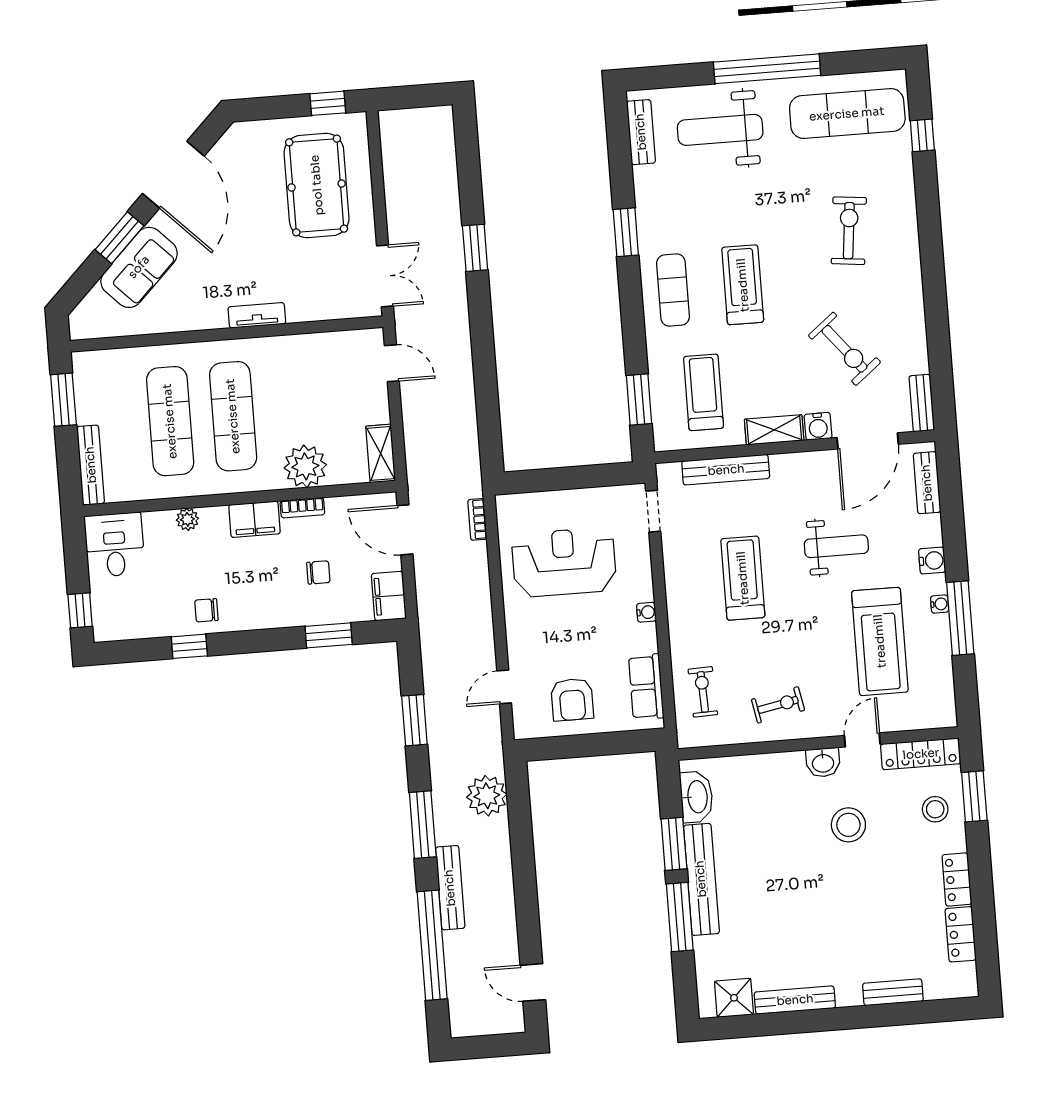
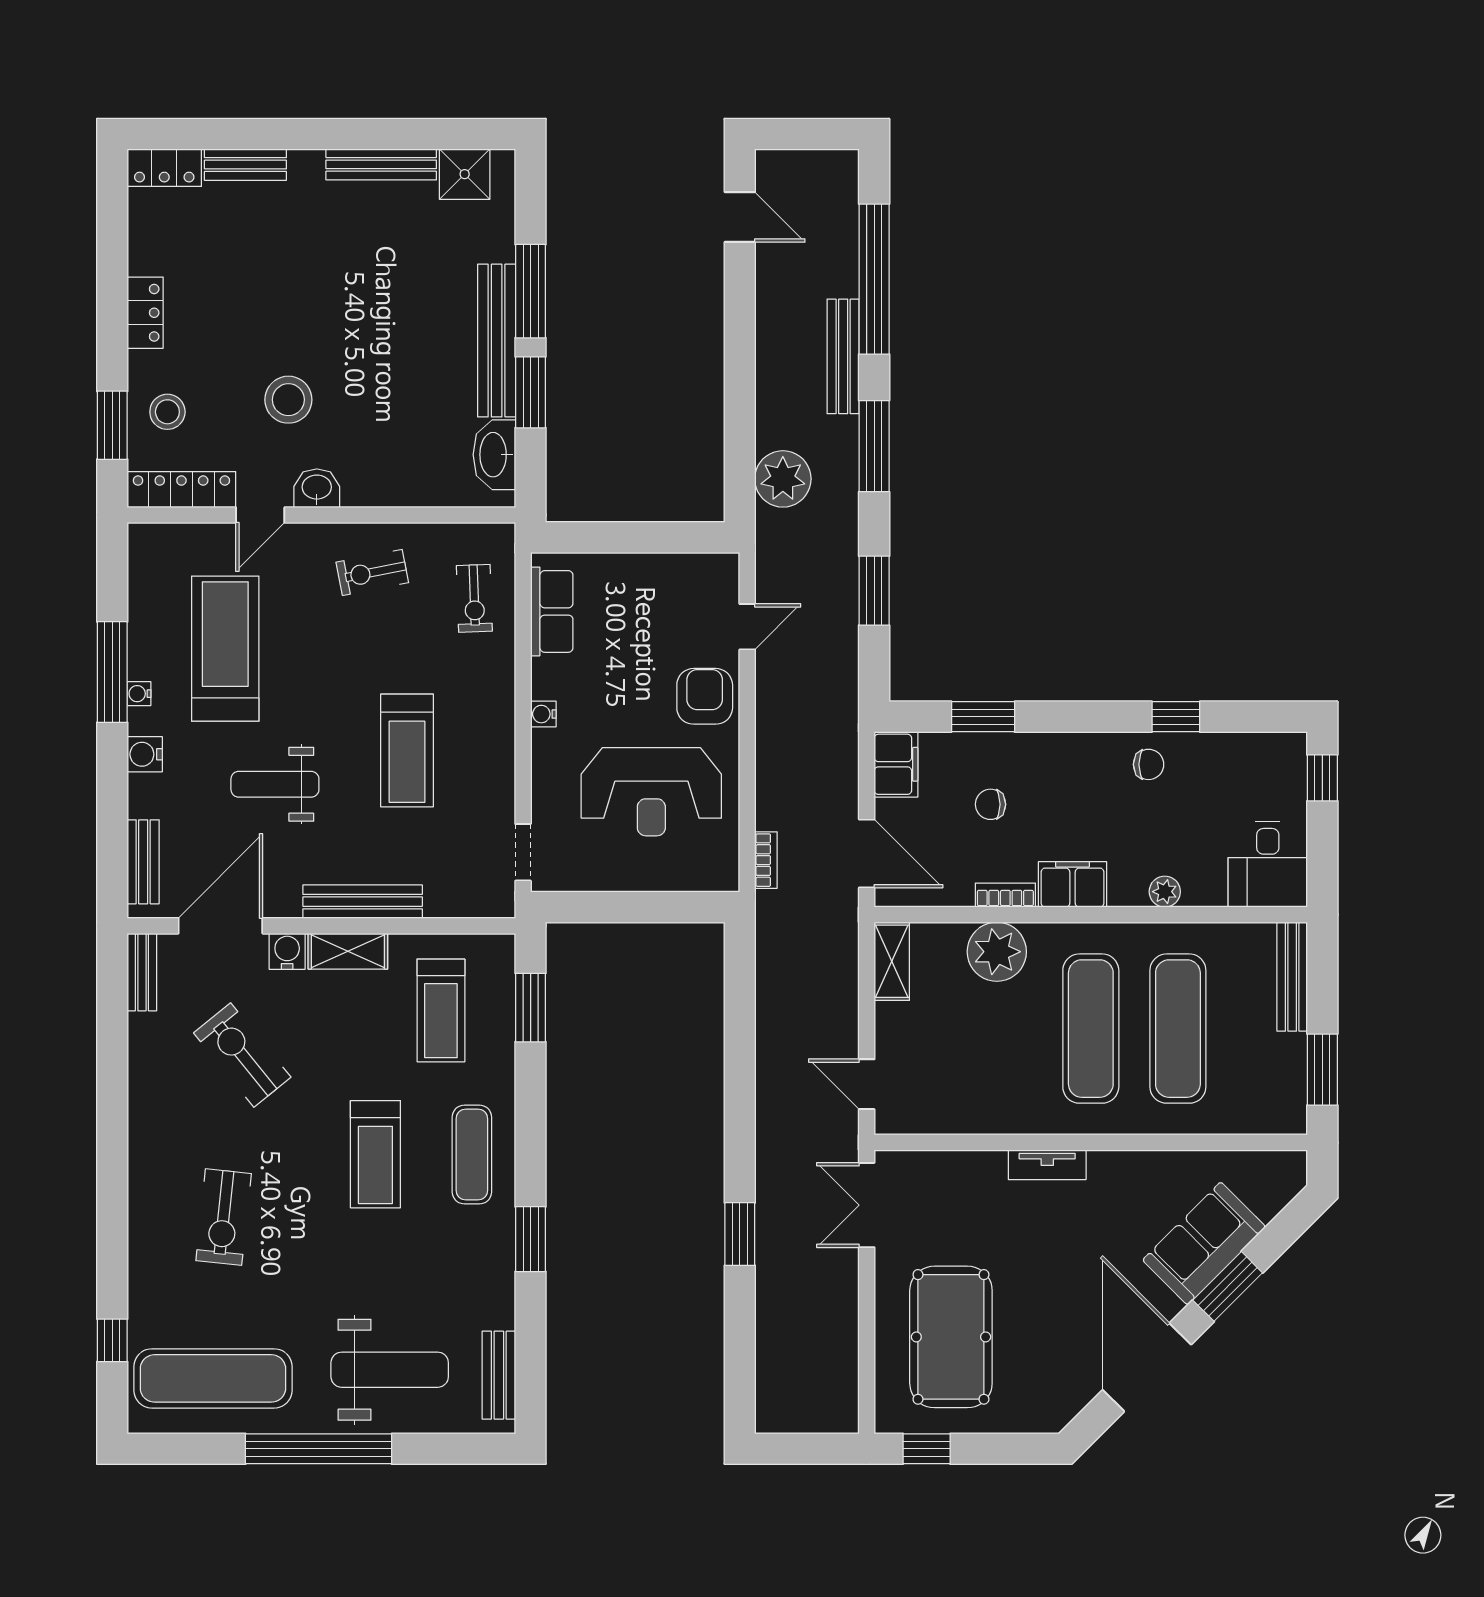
bench: (726, 470) -> (363, 902), moved
armchair: (572, 700) -> (705, 696), moved
locker: (961, 934) -> (164, 168), moved, turned 90

